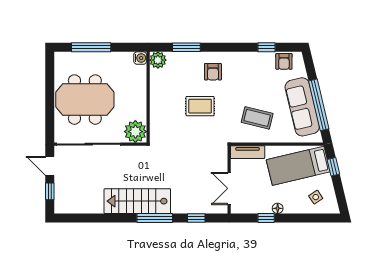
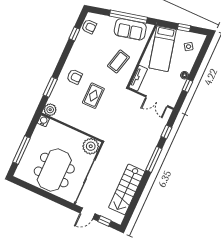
sofa: (302, 107) -> (130, 29), width x0.73
window: (333, 167) -> (184, 28), moved
stairs: (137, 201) -> (127, 189), moved

